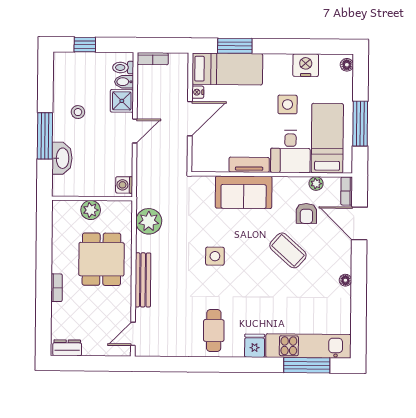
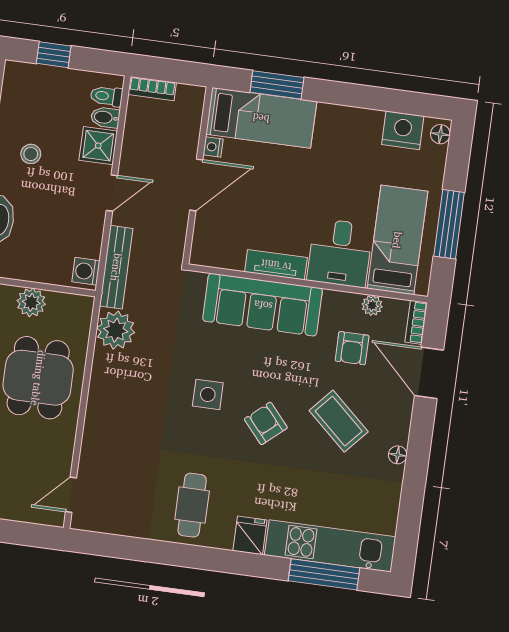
nightstand: (306, 65) -> (403, 130), moved
side table: (288, 104) -> (344, 182), removed
sofa: (244, 192) -> (263, 305), width x1.36
coffee table: (288, 250) -> (339, 421), moved
armchair: (256, 270) -> (266, 423), added
bench: (143, 280) -> (116, 267), moved

